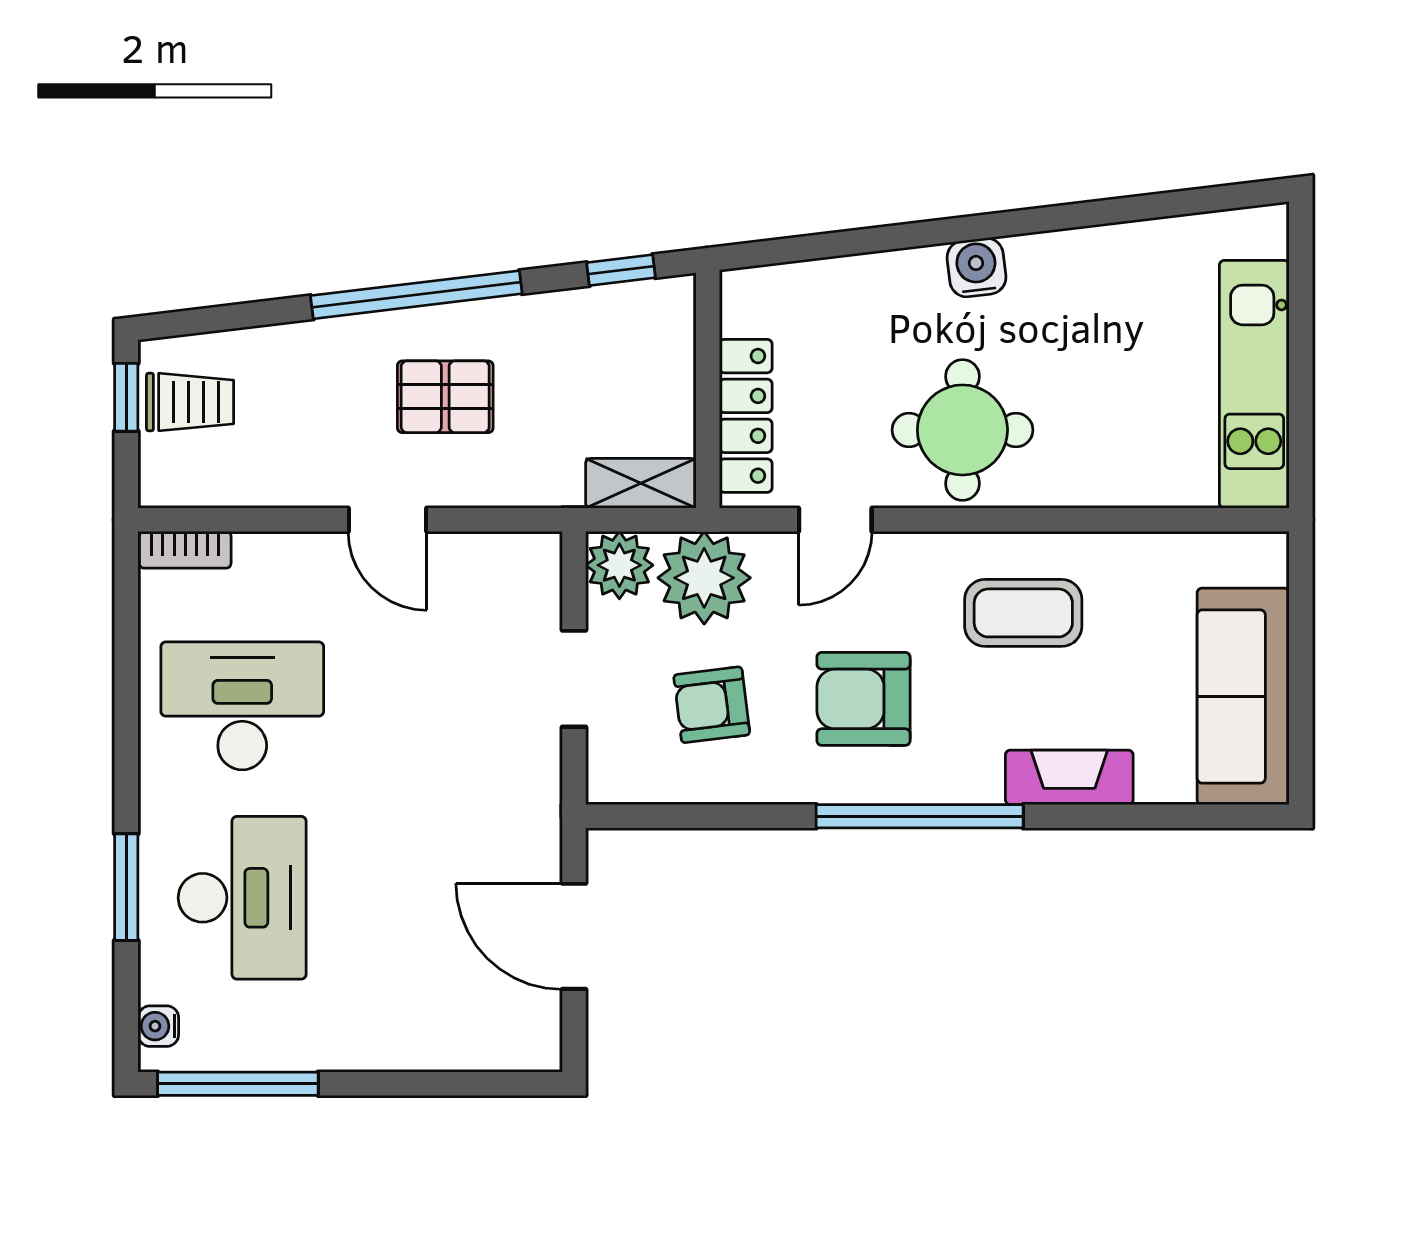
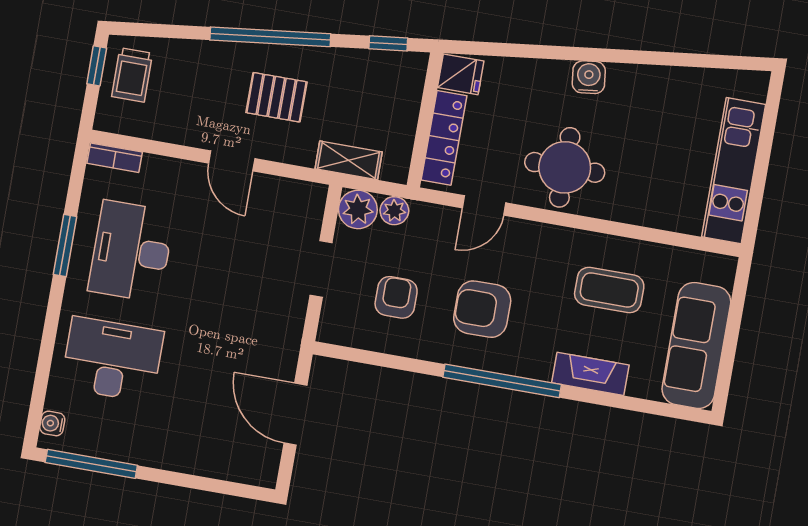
fridge: (755, 301) -> (461, 74), added
trolley: (190, 402) -> (132, 75), turned 90
shelving: (641, 483) -> (349, 160), moved
plant: (704, 578) -> (394, 211), width x0.53, depth x0.53
coffee table: (1023, 613) -> (609, 290), moved
armchair: (712, 705) -> (396, 297), turned 97
desk: (242, 706) -> (131, 251), turned -90
window: (126, 887) -> (65, 246), moved
desk: (242, 898) -> (112, 359), turned -90

